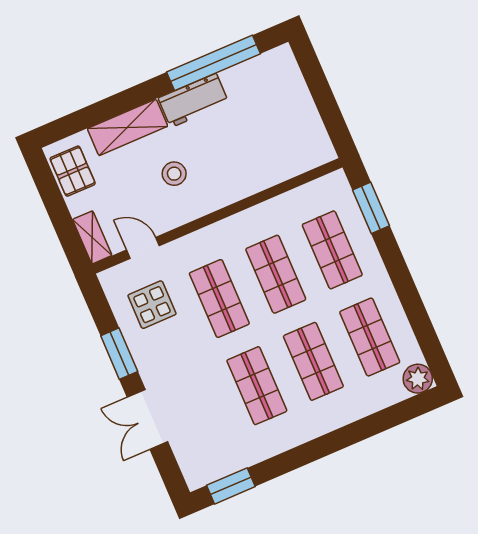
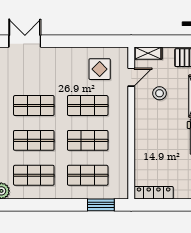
locker: (315, 131) -> (154, 193), added
stool: (174, 174) -> (160, 93), moved
window: (119, 354) -> (81, 41), removed
double door: (148, 419) -> (25, 41), moved

